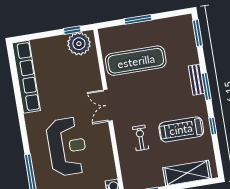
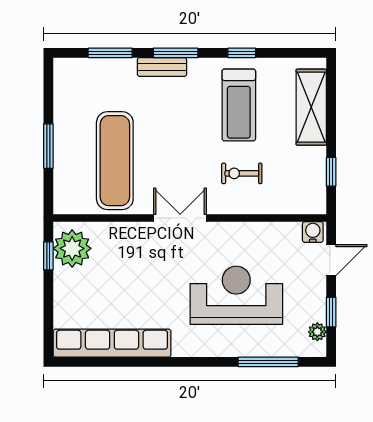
window: (197, 33) -> (110, 53), moved
double door: (108, 105) -> (180, 218), swing flipped

